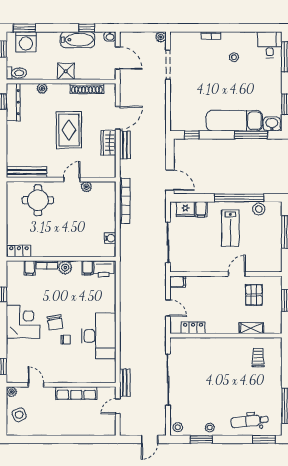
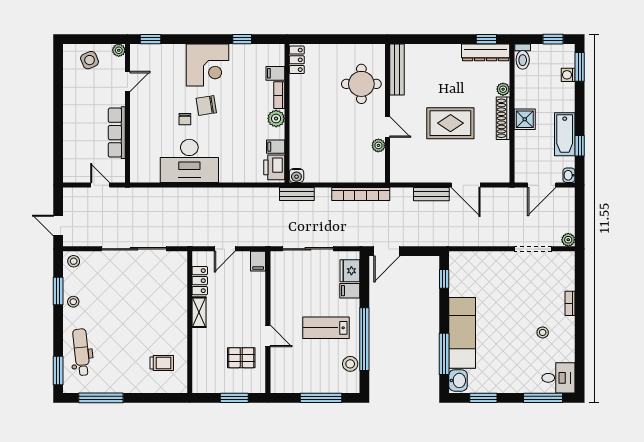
washing machine: (26, 42) -> (568, 75), width x0.53, depth x0.53
shoe rack: (87, 89) -> (503, 118), moved
wardrobe: (108, 143) -> (434, 173), removed
water cooler: (110, 238) -> (296, 176), moved
shelving: (251, 328) -> (199, 312), moved
bench: (125, 383) -> (297, 194), moved

